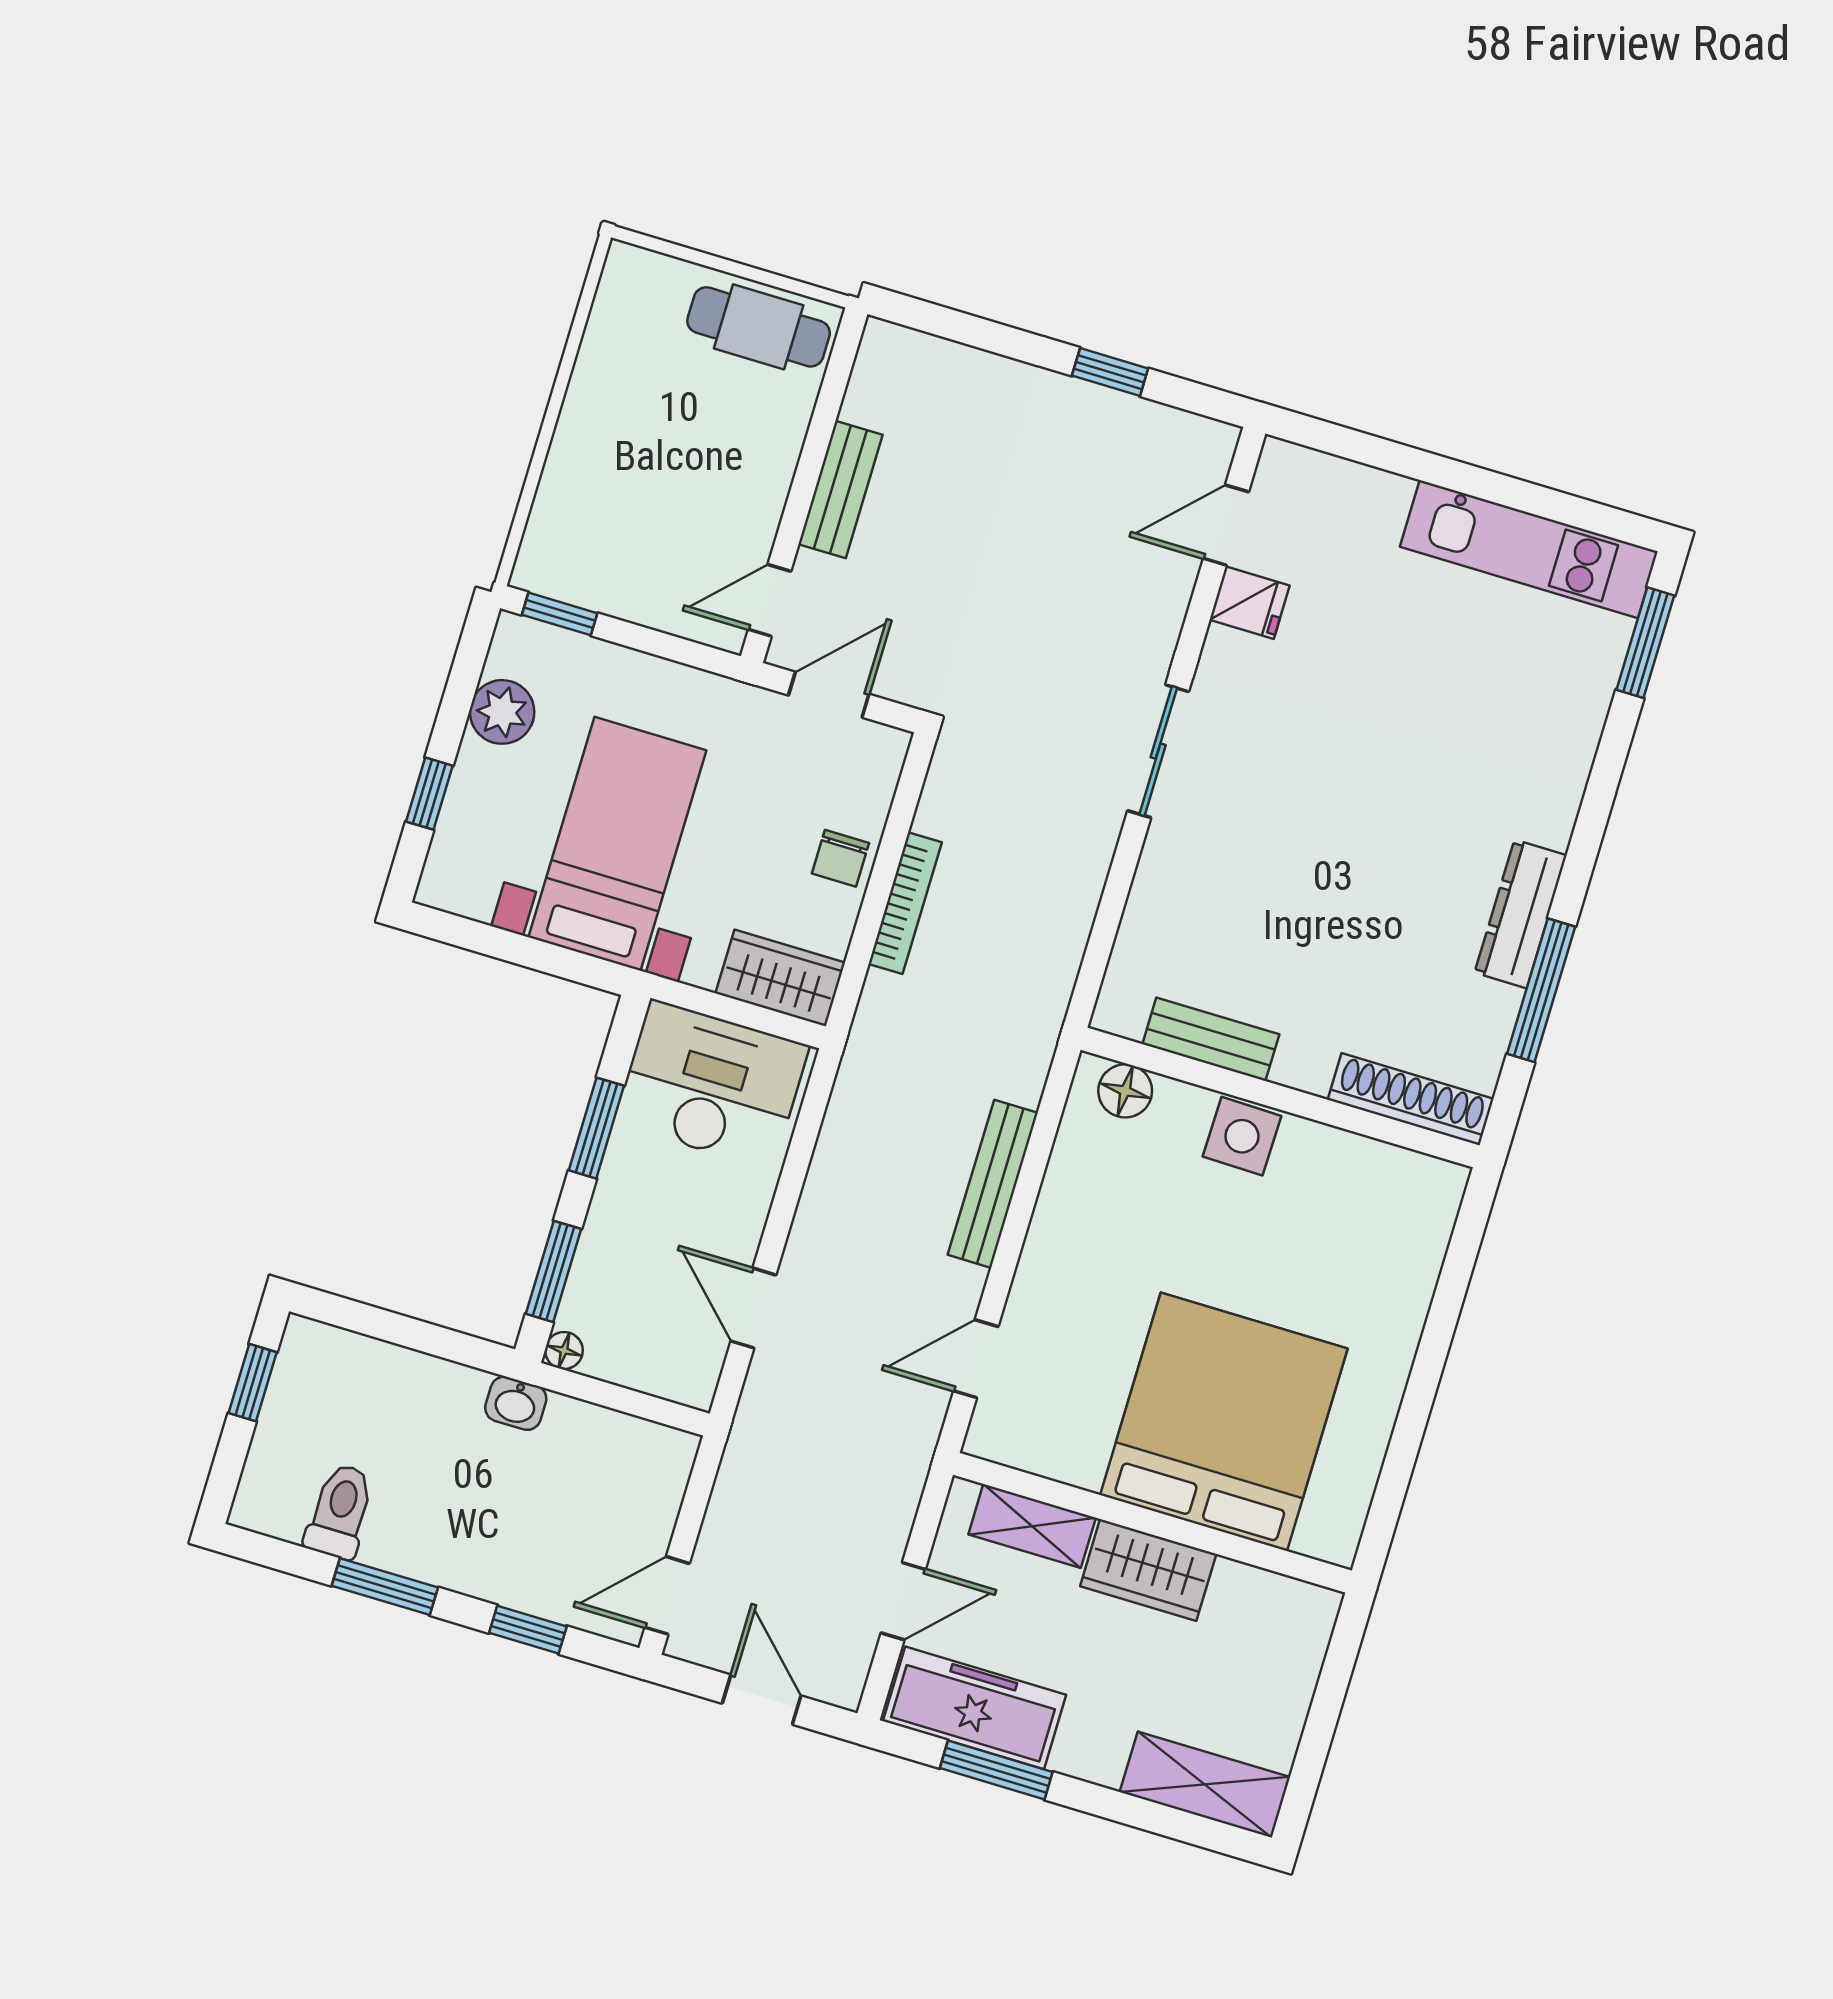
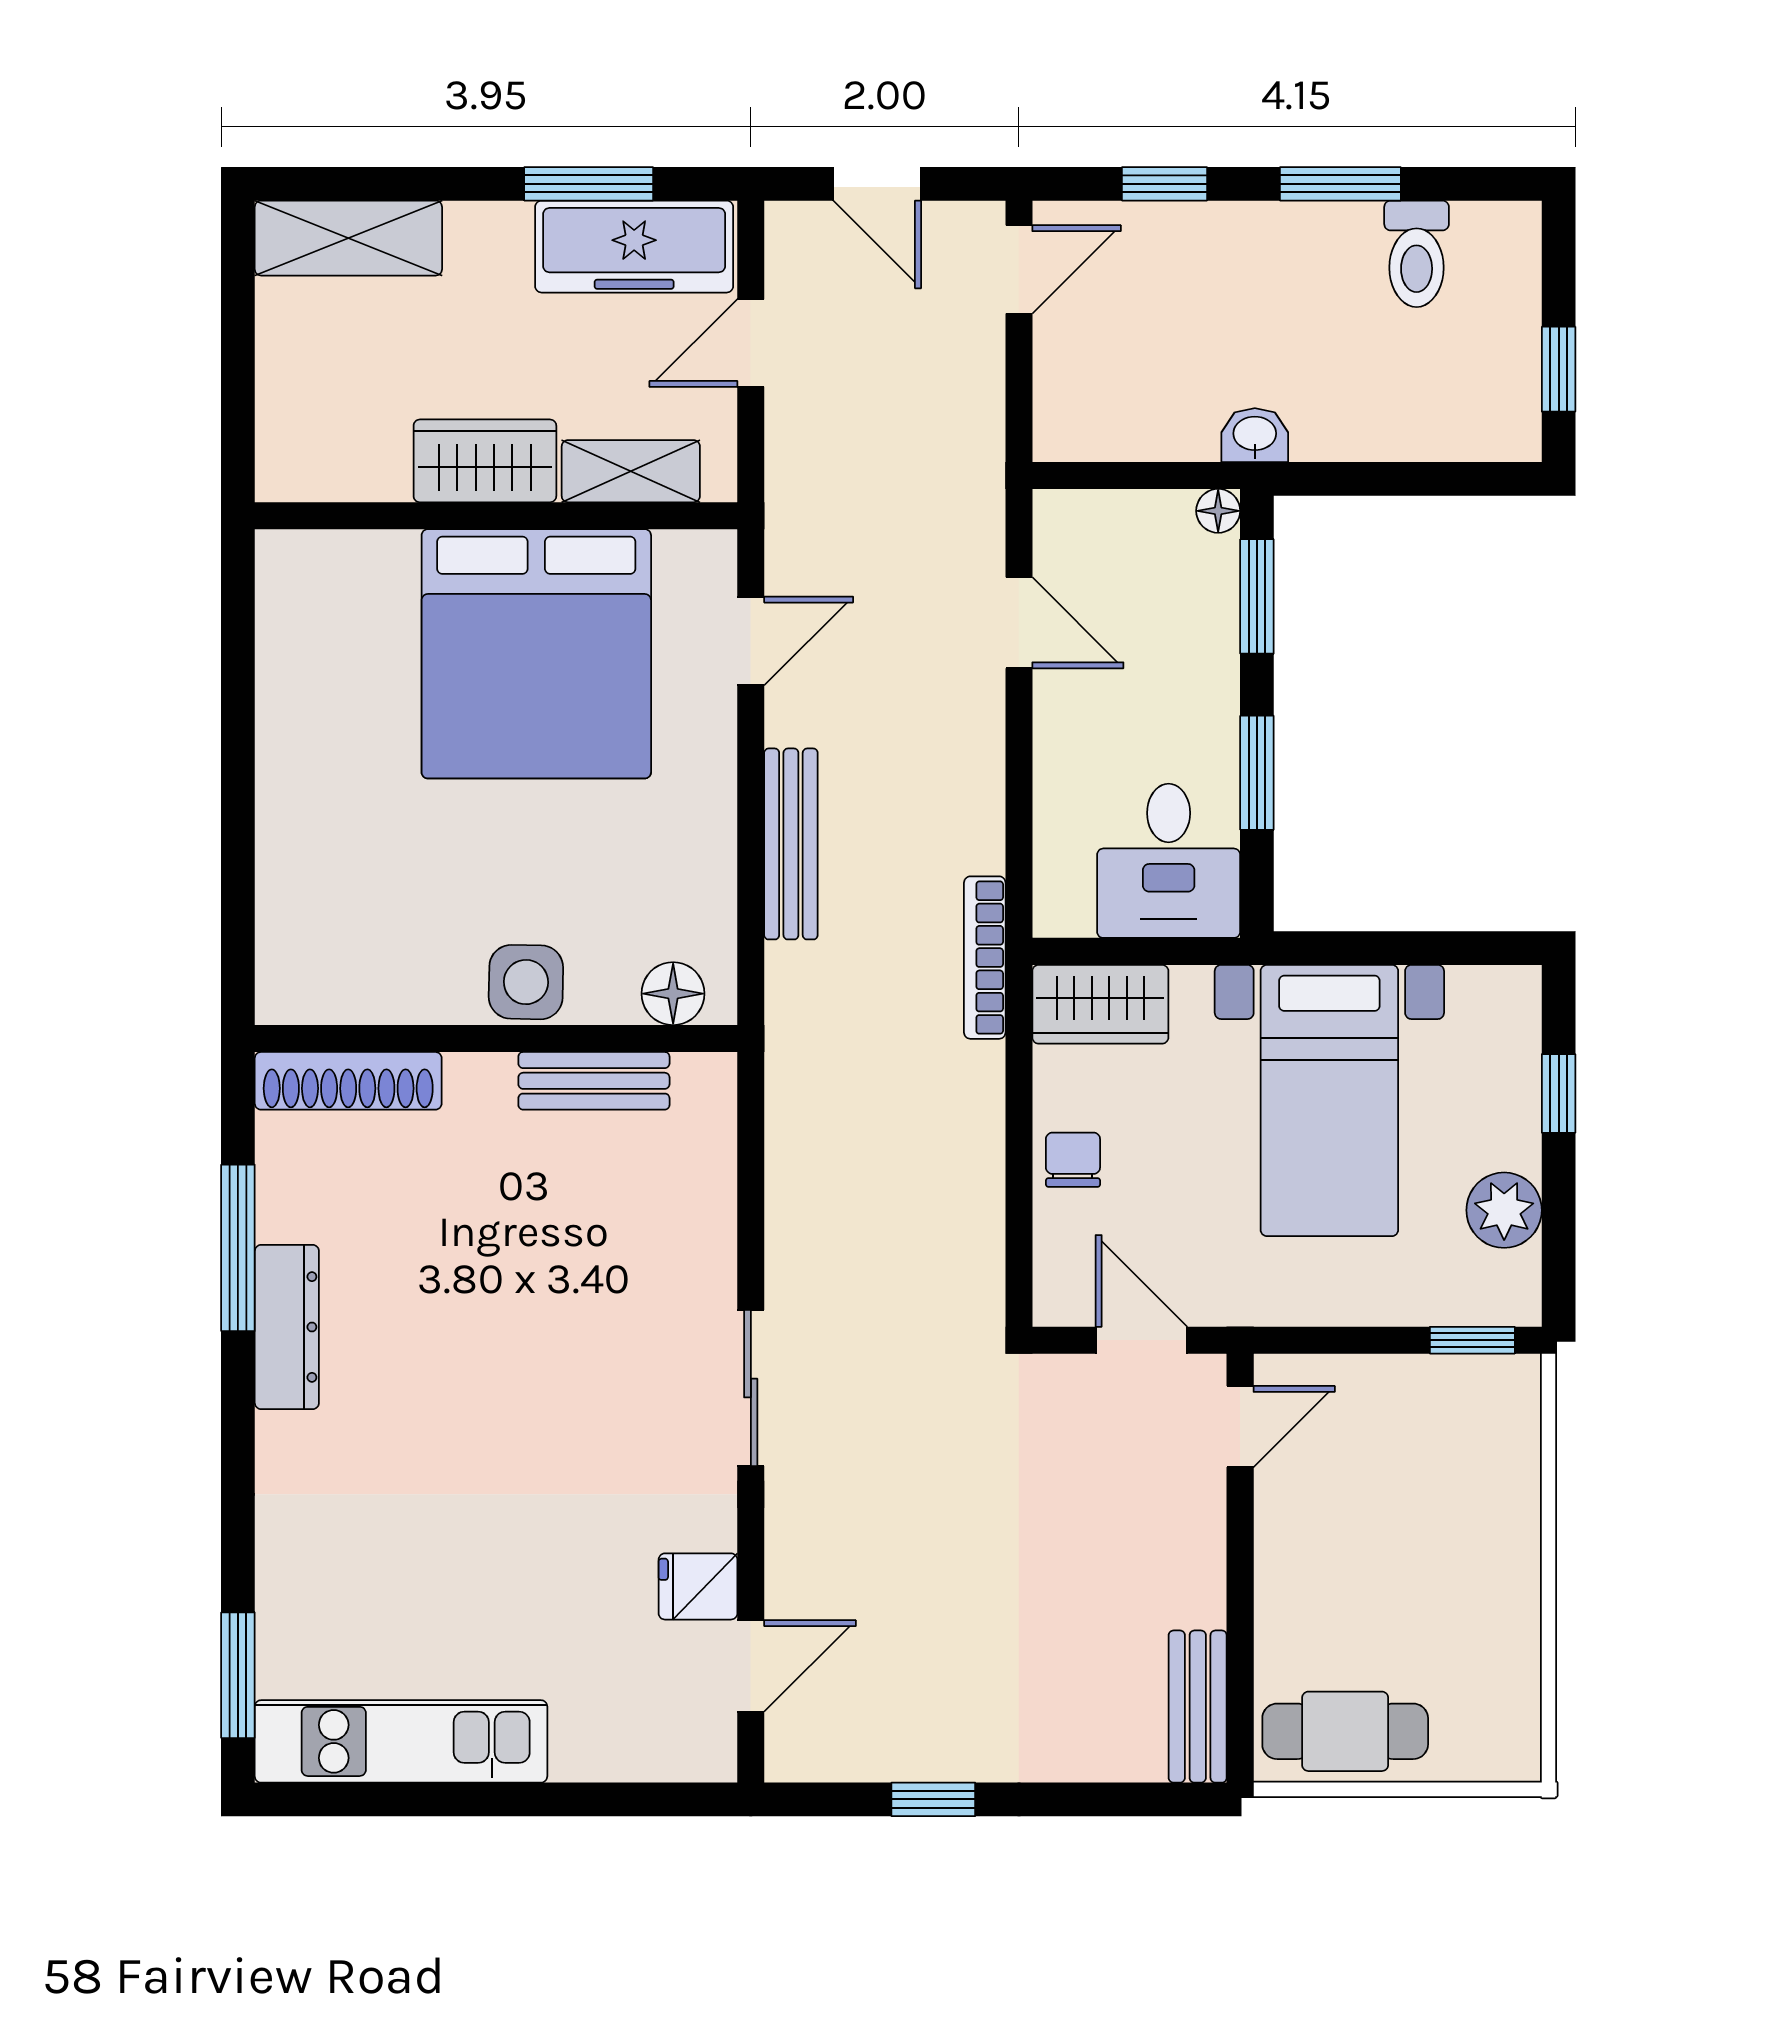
bench: (841, 489) -> (1198, 1707), moved
door: (829, 695) -> (1141, 1340), swing flipped
bookcase: (905, 903) -> (985, 958), moved
desk: (711, 1084) -> (1169, 861), width x0.73
bed: (1224, 1422) -> (536, 654), moved

